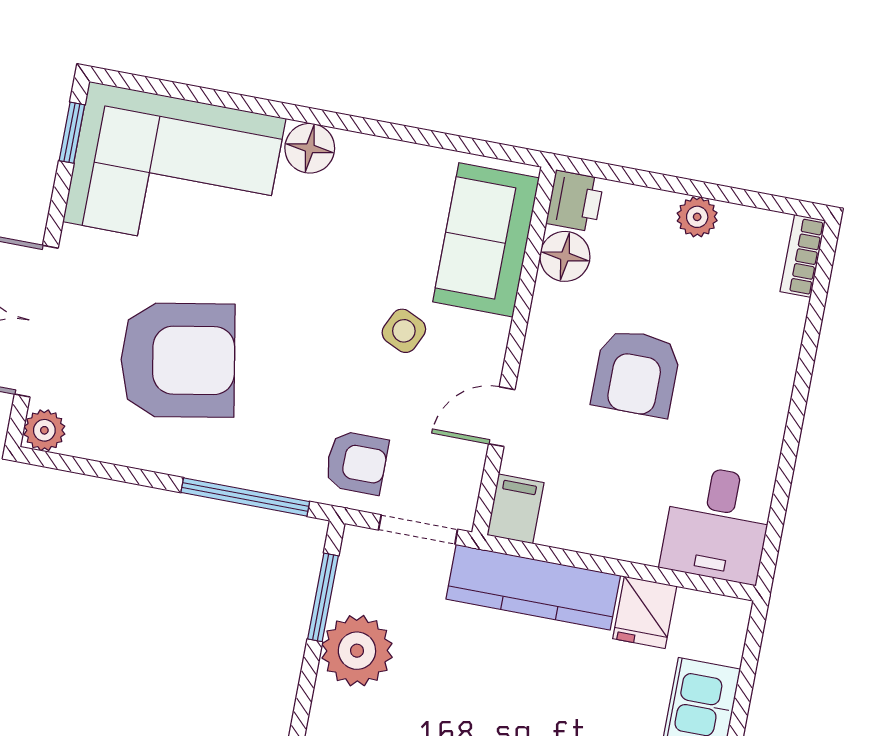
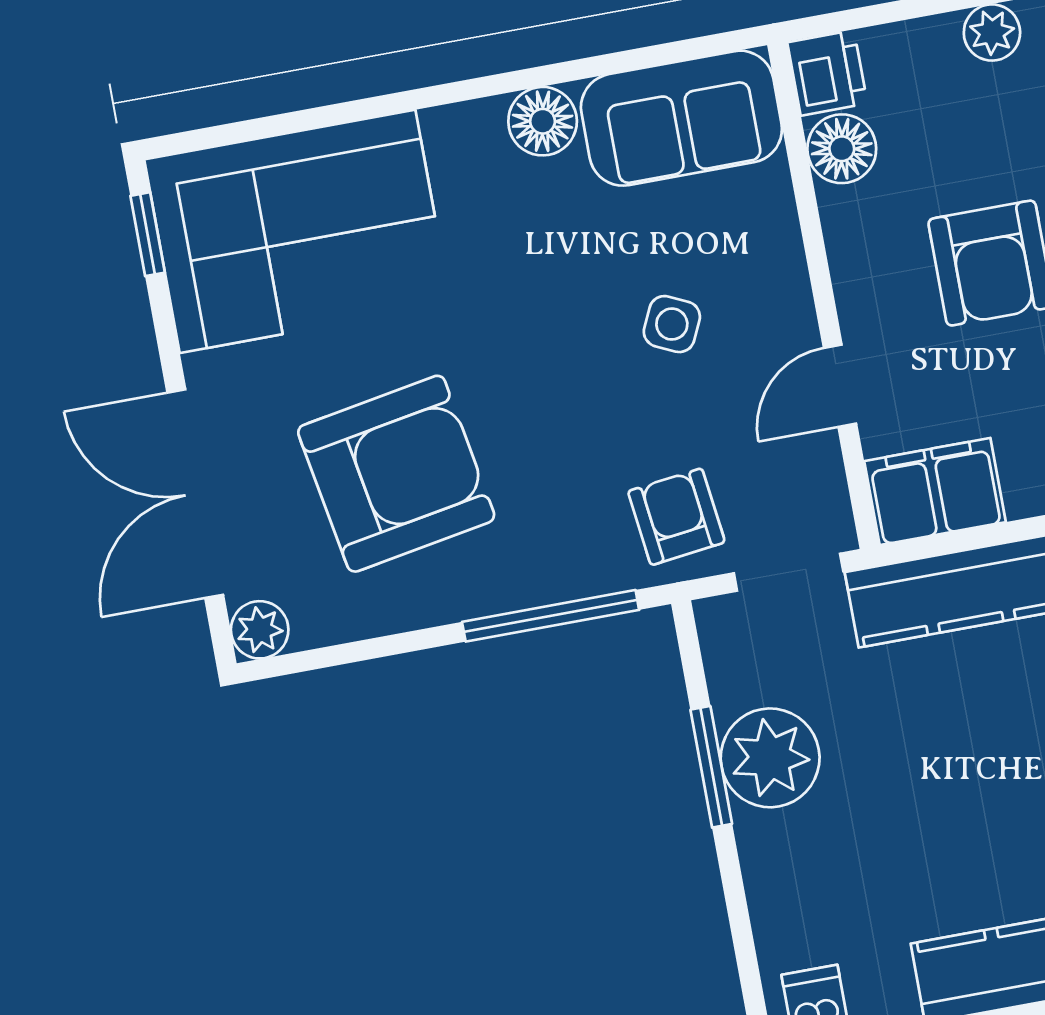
floor lamp: (310, 148) -> (543, 121), moved
sofa: (486, 240) -> (681, 118), moved, turned -90
armchair: (357, 463) -> (676, 517), turned -97
filing cabinet: (515, 509) -> (935, 492), width x2.00
window: (323, 597) -> (711, 767), moved

